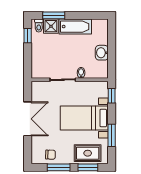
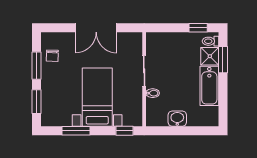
rug: (88, 153) -> (54, 101), removed

